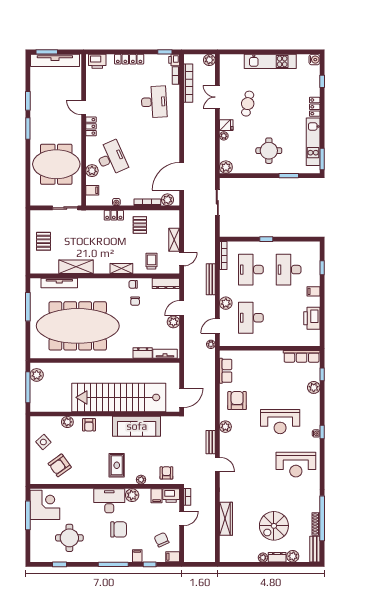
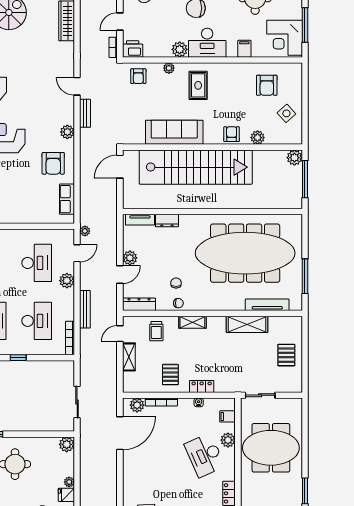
plant: (37, 375) -> (294, 158), moved
armchair: (60, 465) -> (267, 85), turned 126
filing cabinet: (157, 496) -> (244, 49), moved

